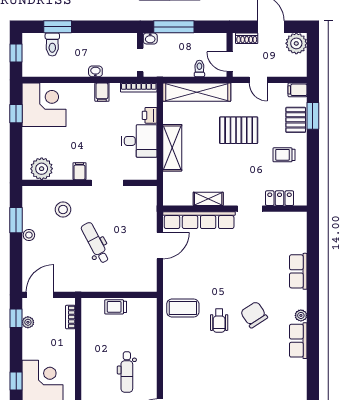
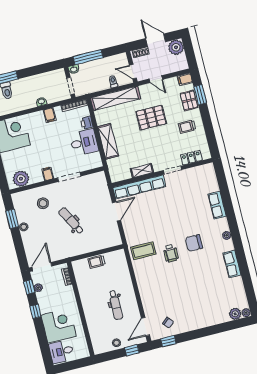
chair: (254, 315) -> (194, 243), turned -57
row of seats: (298, 341) -> (232, 264), moved
window: (16, 381) -> (35, 311), moved

